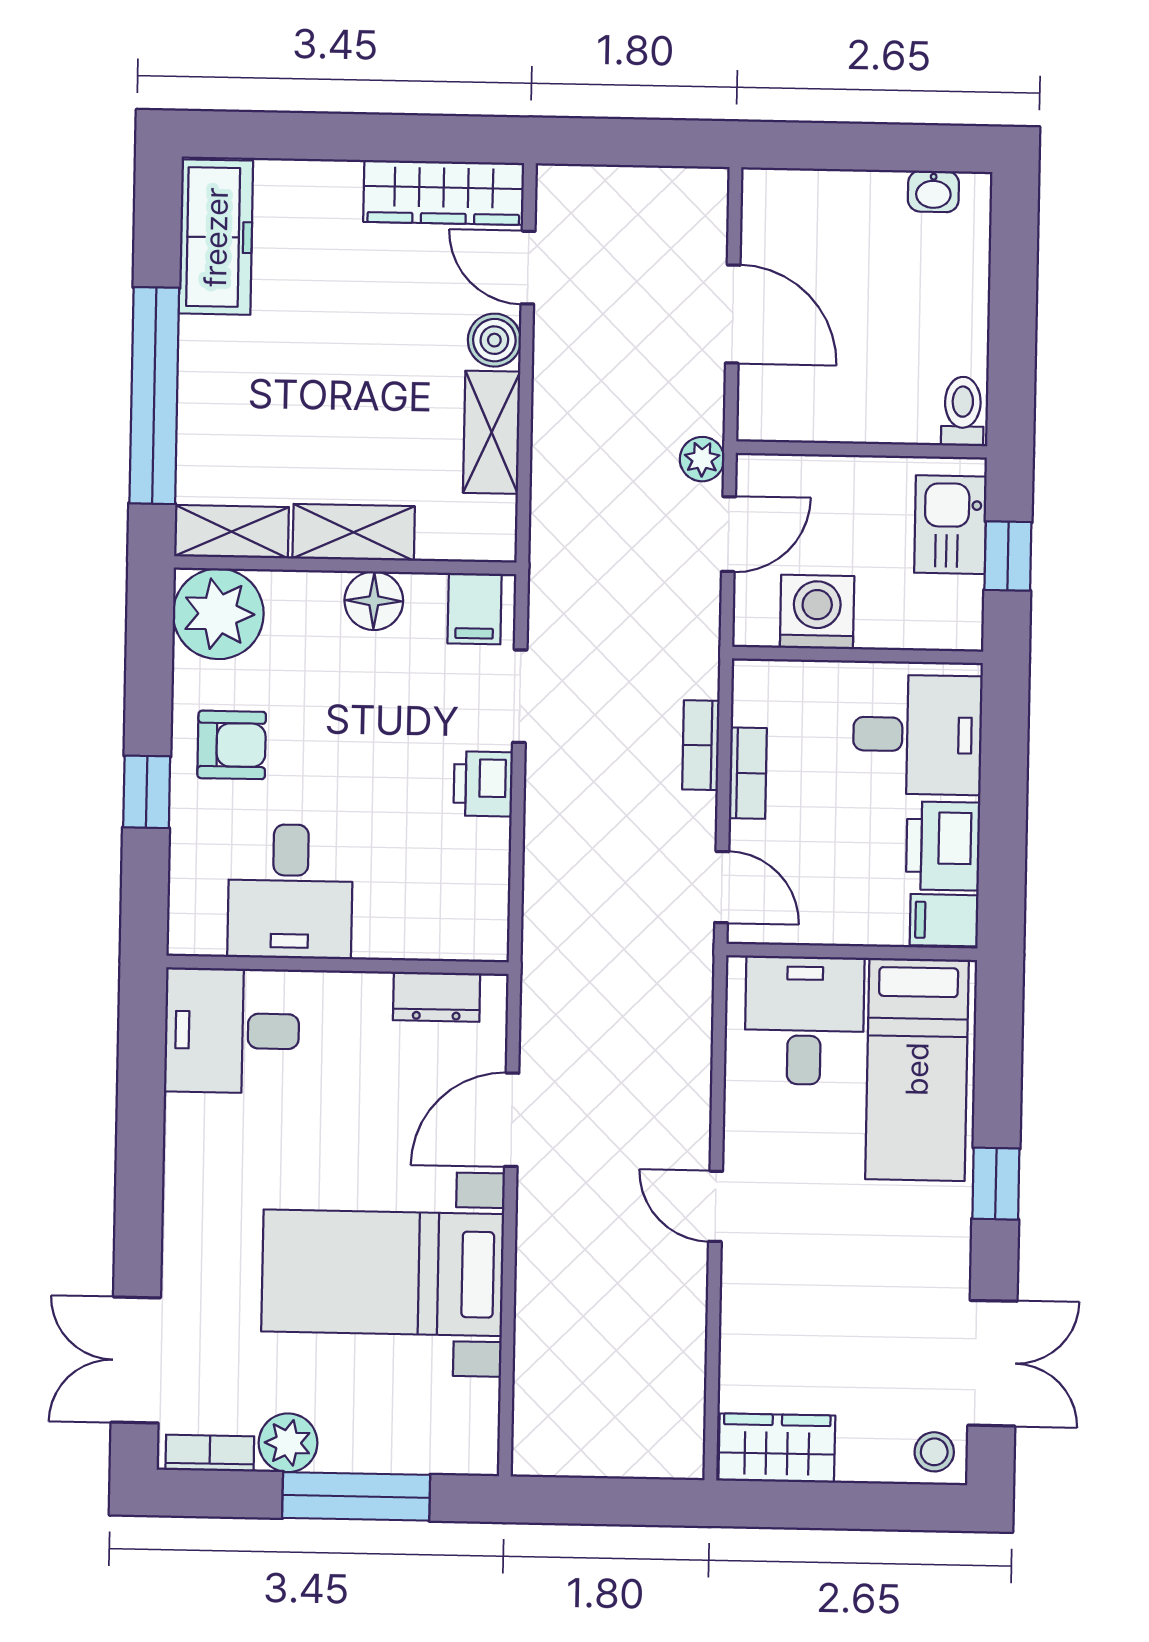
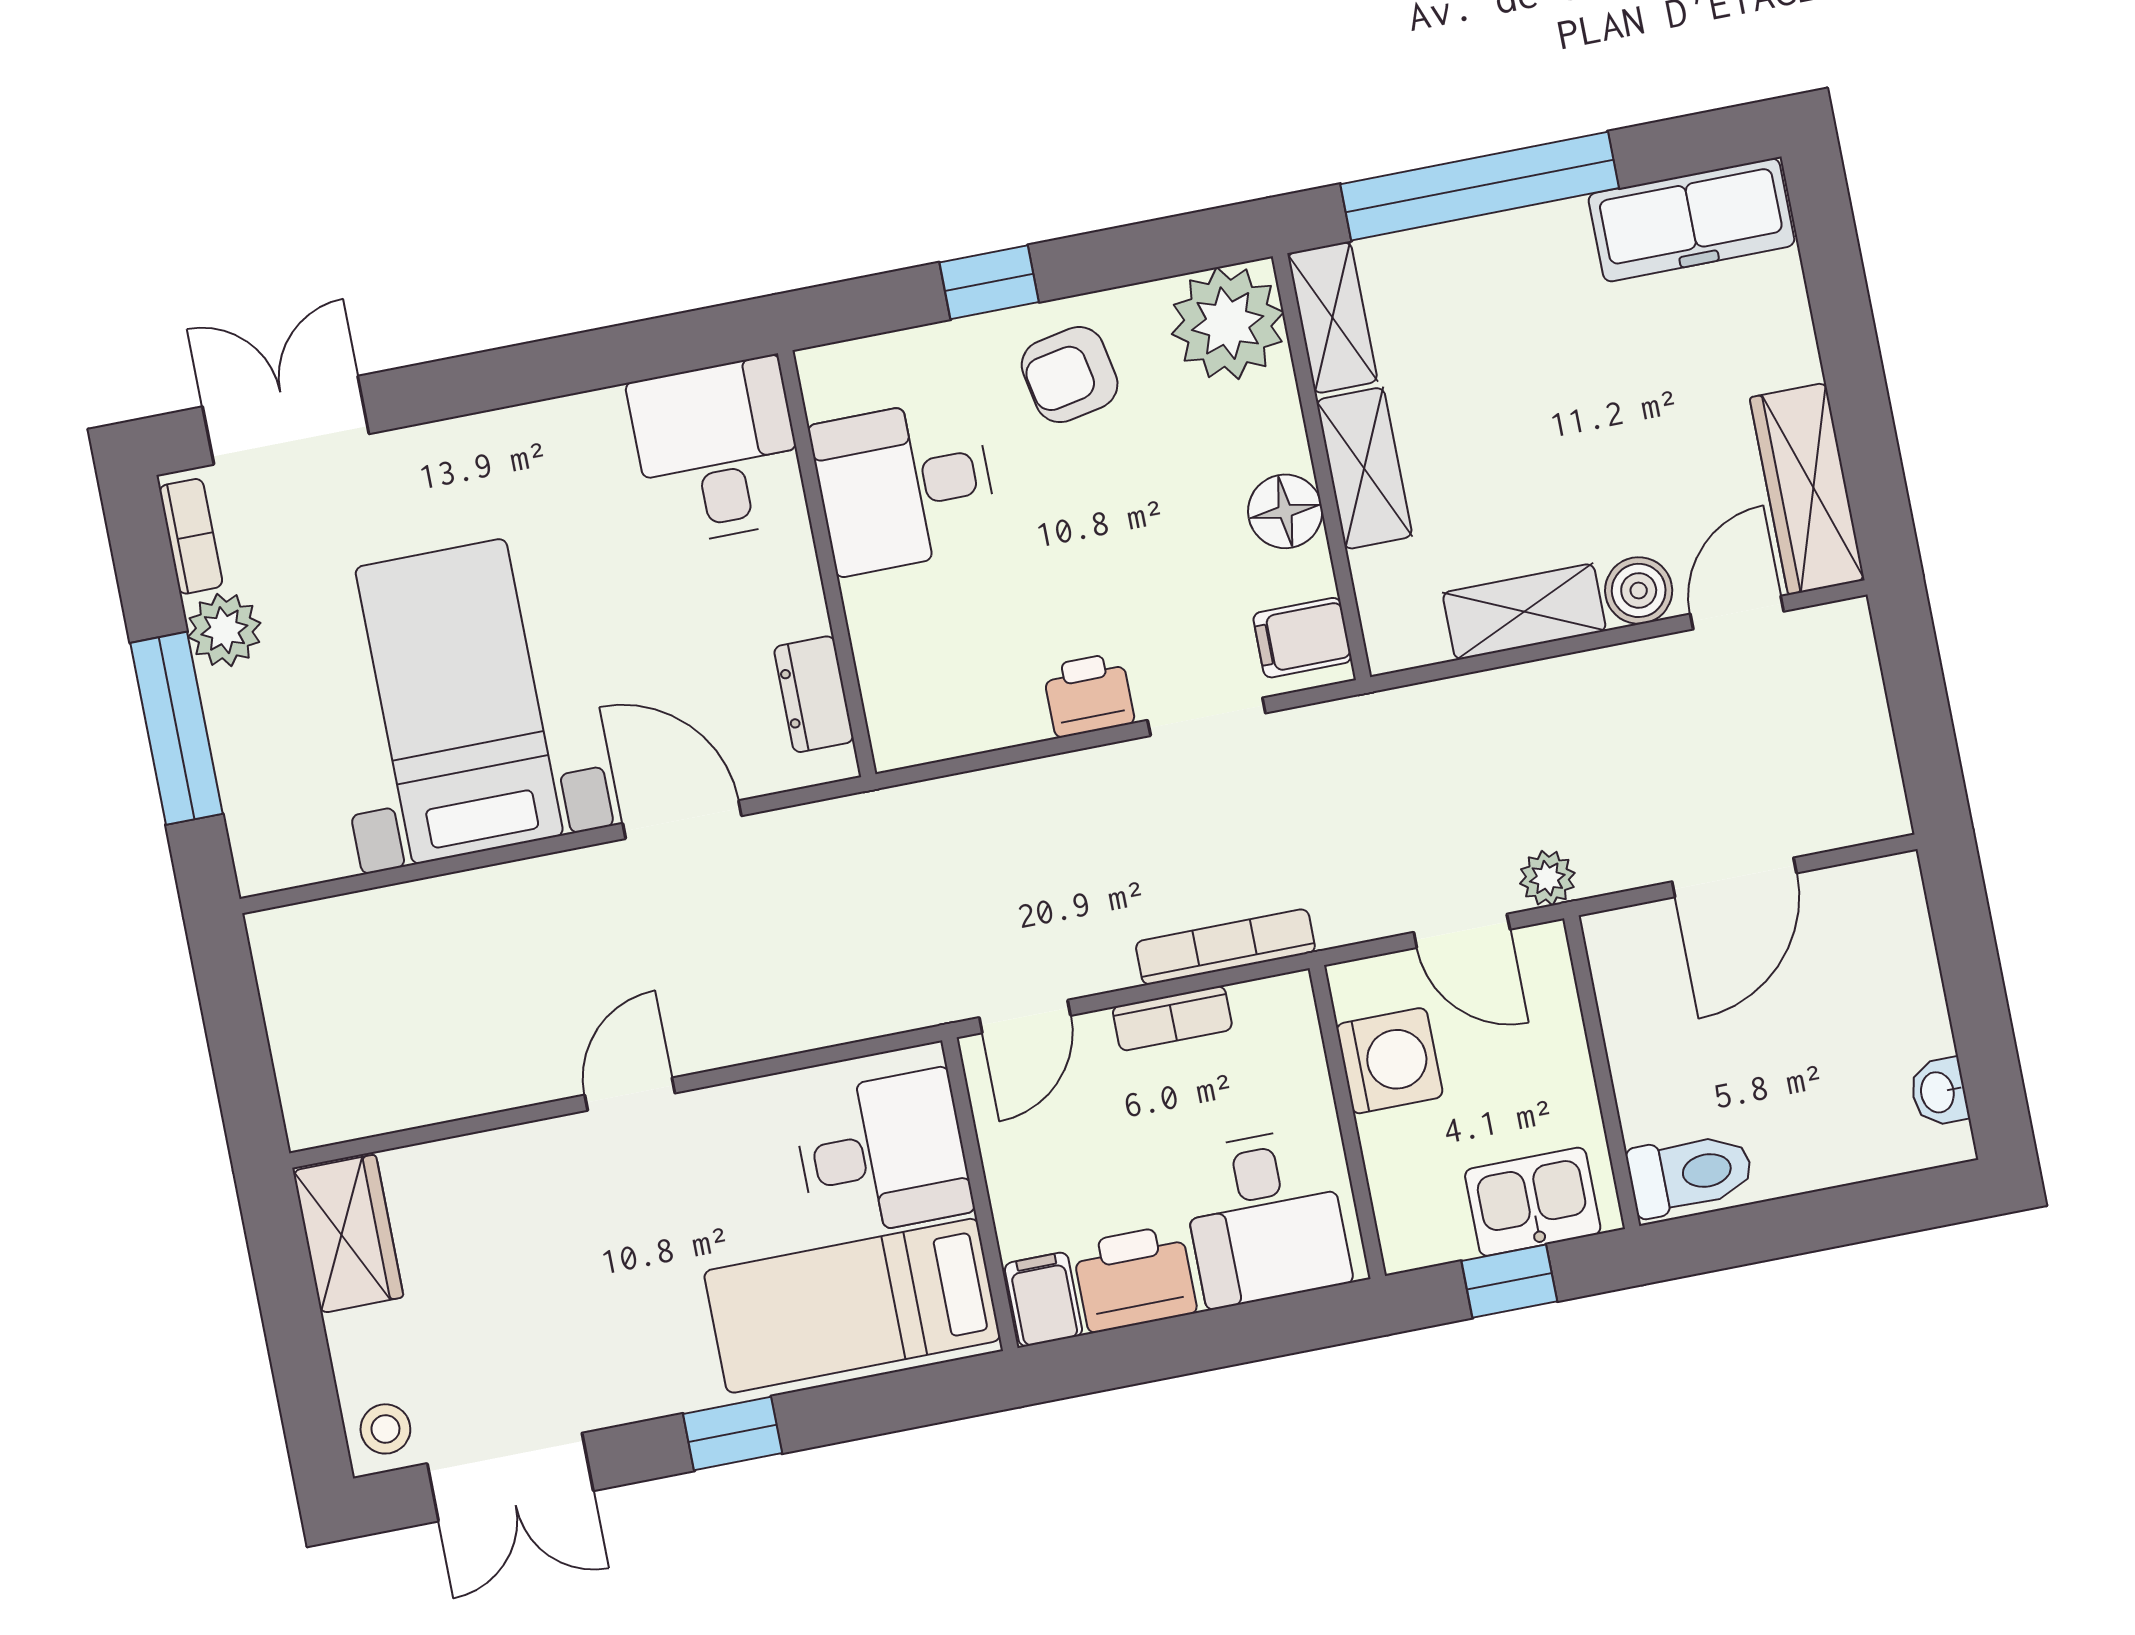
toilet: (963, 411) -> (1690, 1174), width x1.37, depth x1.39
armchair: (232, 745) -> (1070, 375), turned 79
bookcase: (701, 745) -> (1225, 947), width x1.56

